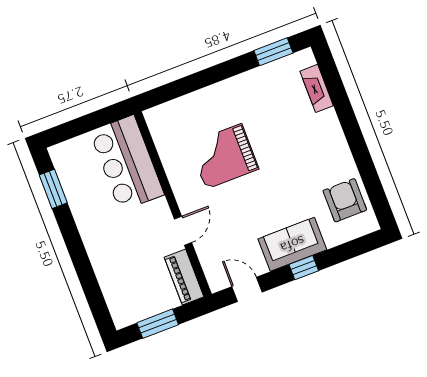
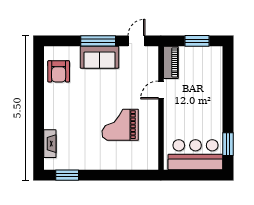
grand piano: (224, 156) -> (120, 125), turned 180
bar counter: (127, 163) -> (195, 155), moved, turned -90
window: (304, 268) -> (98, 41), width x2.17
door: (247, 289) -> (136, 41), swing flipped

